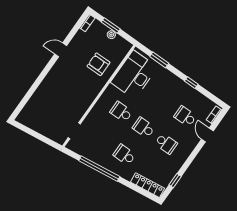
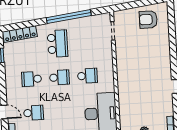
armchair: (98, 64) -> (148, 20), moved, turned 180
school desk: (124, 155) -> (58, 44), width x1.85

